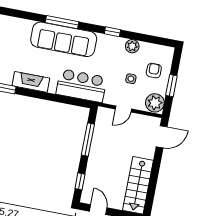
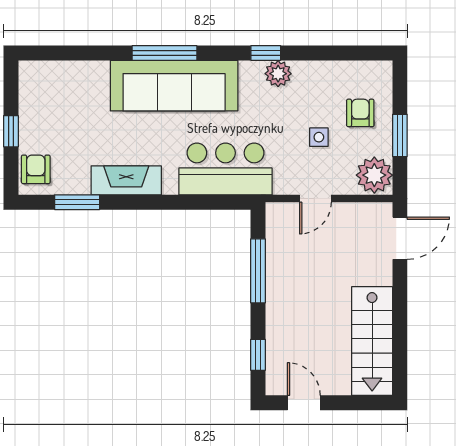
plant: (132, 46) -> (278, 74), moved

